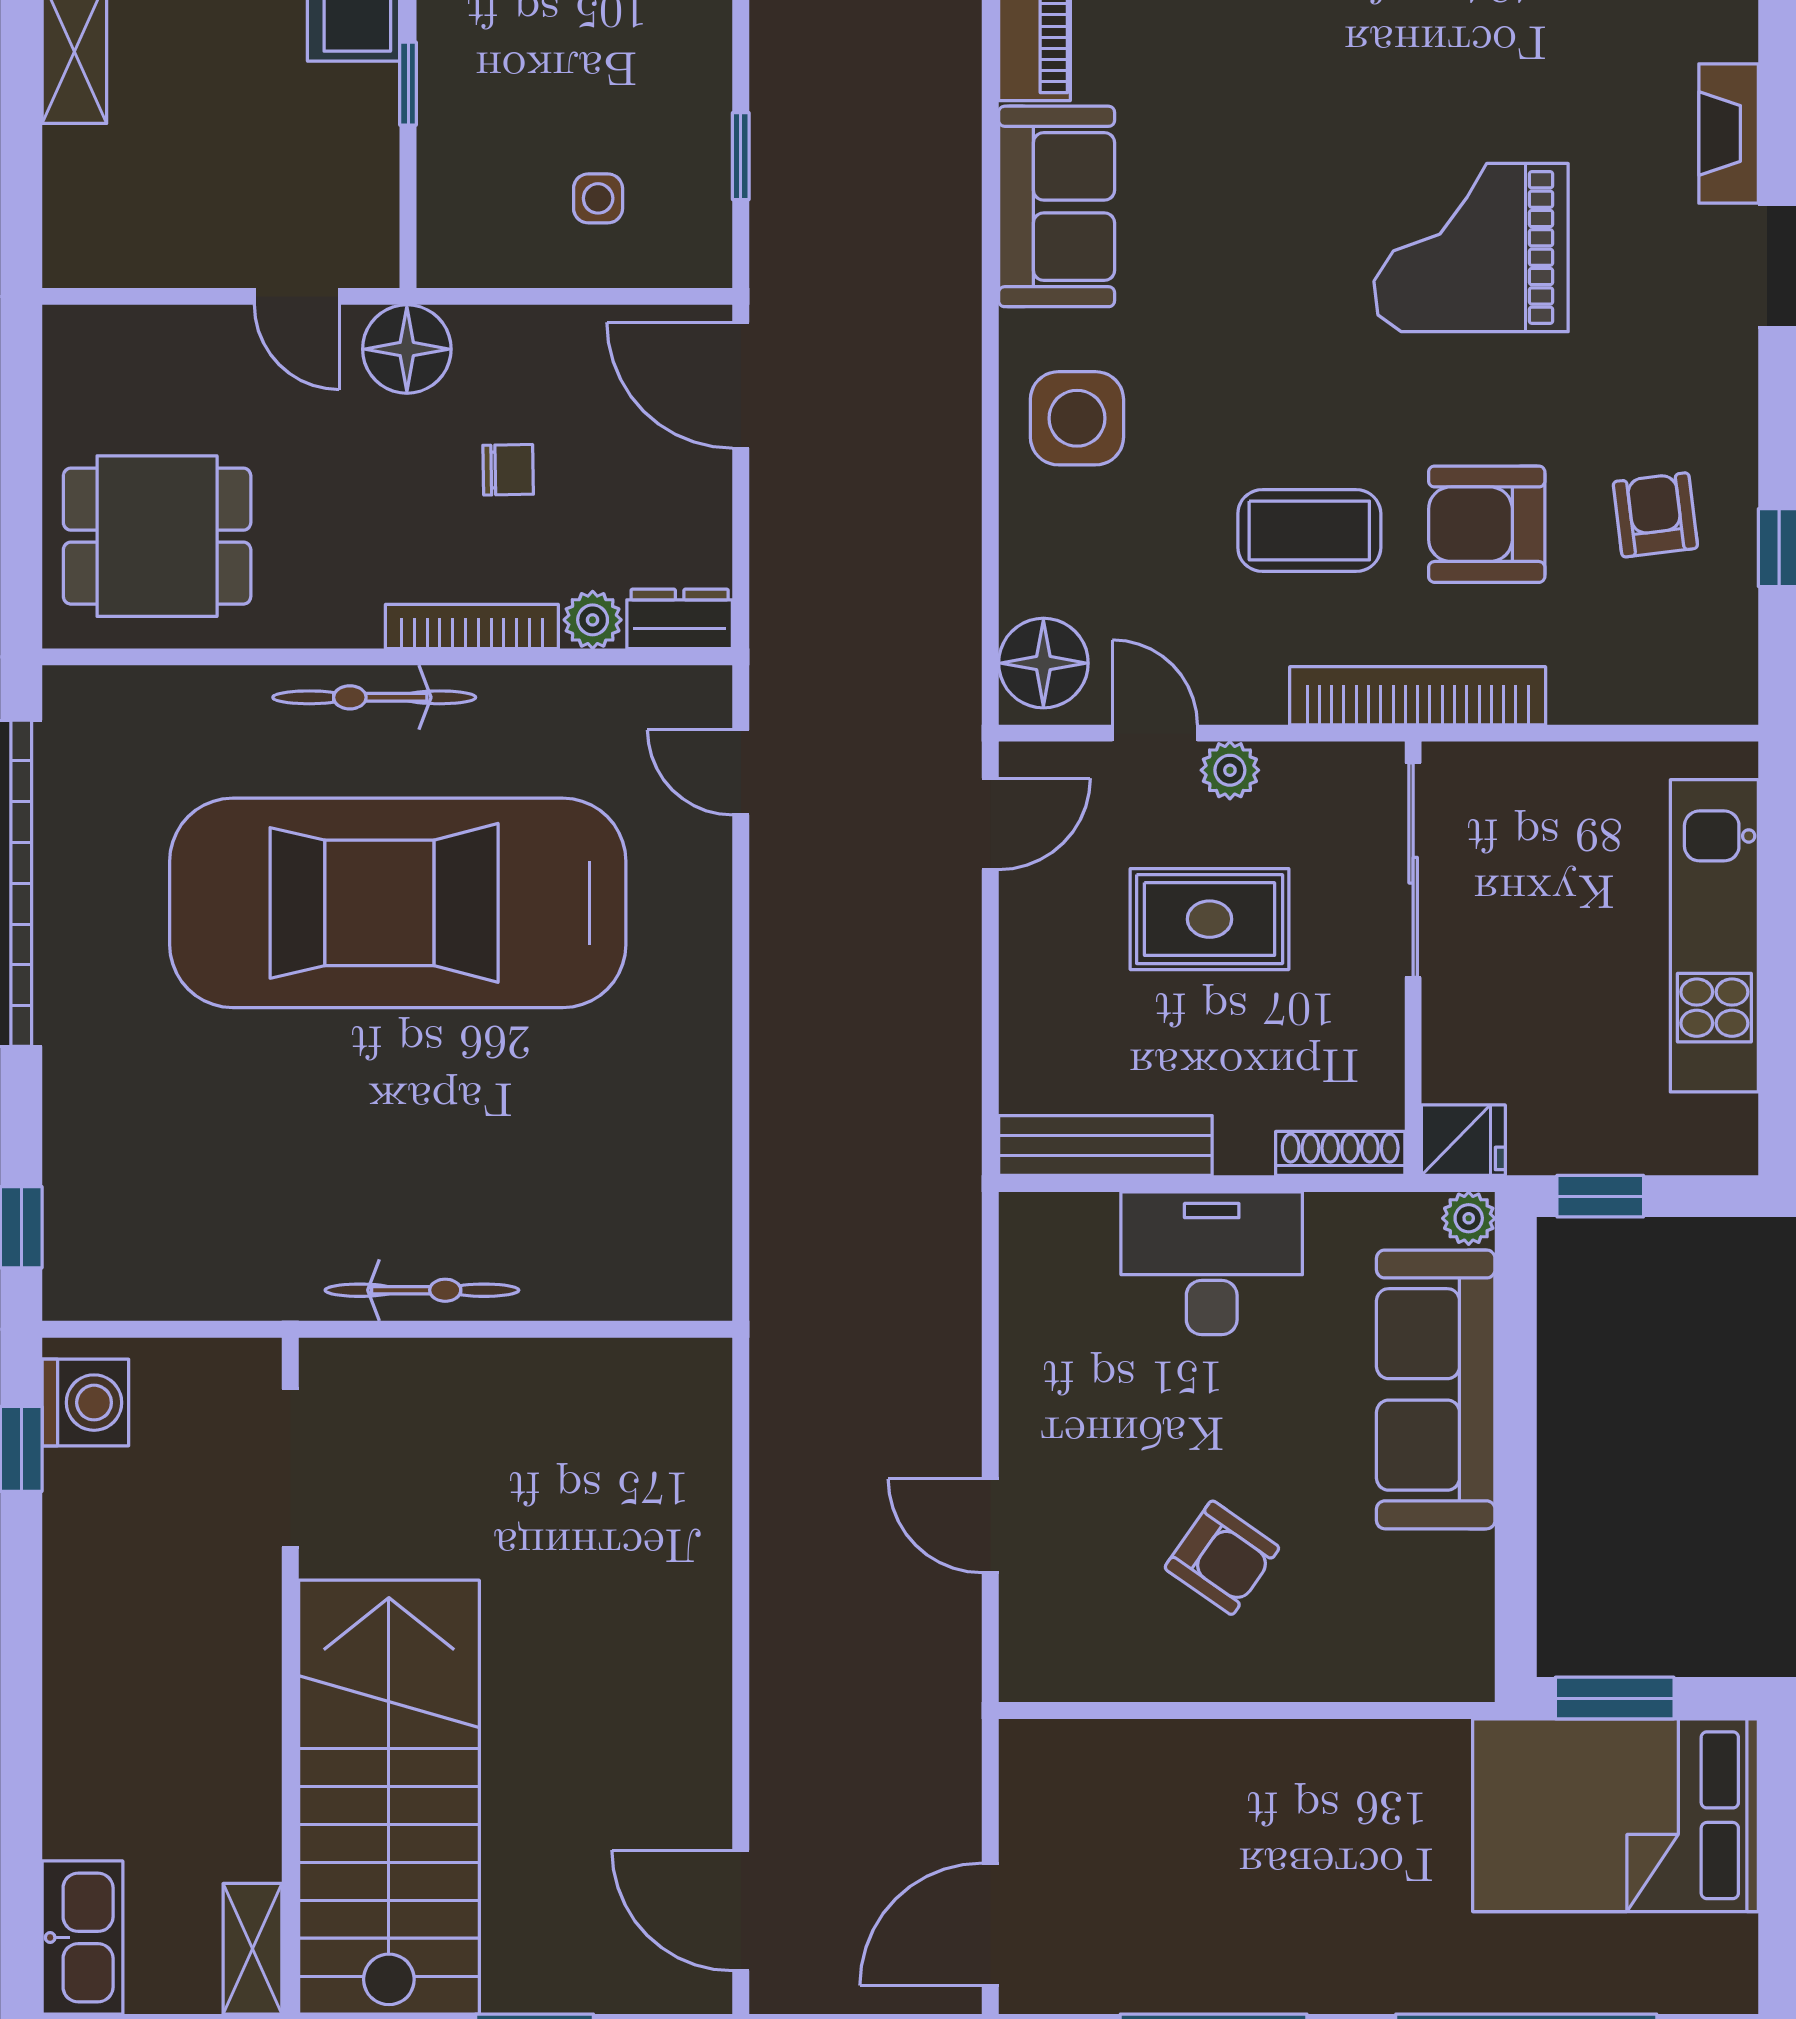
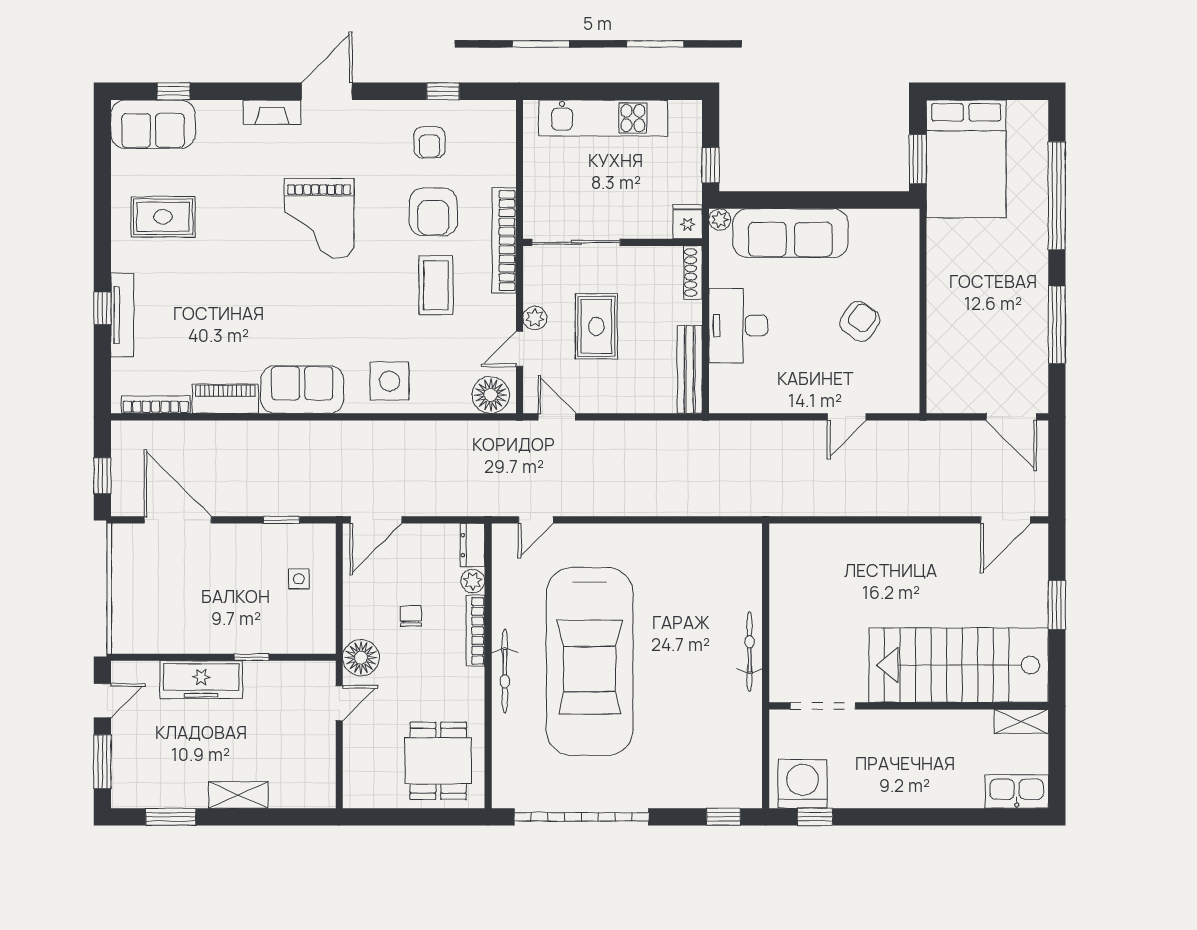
armchair: (1655, 515) -> (429, 142), turned -83
washing machine: (85, 1403) -> (802, 784), width x1.37, depth x1.37

